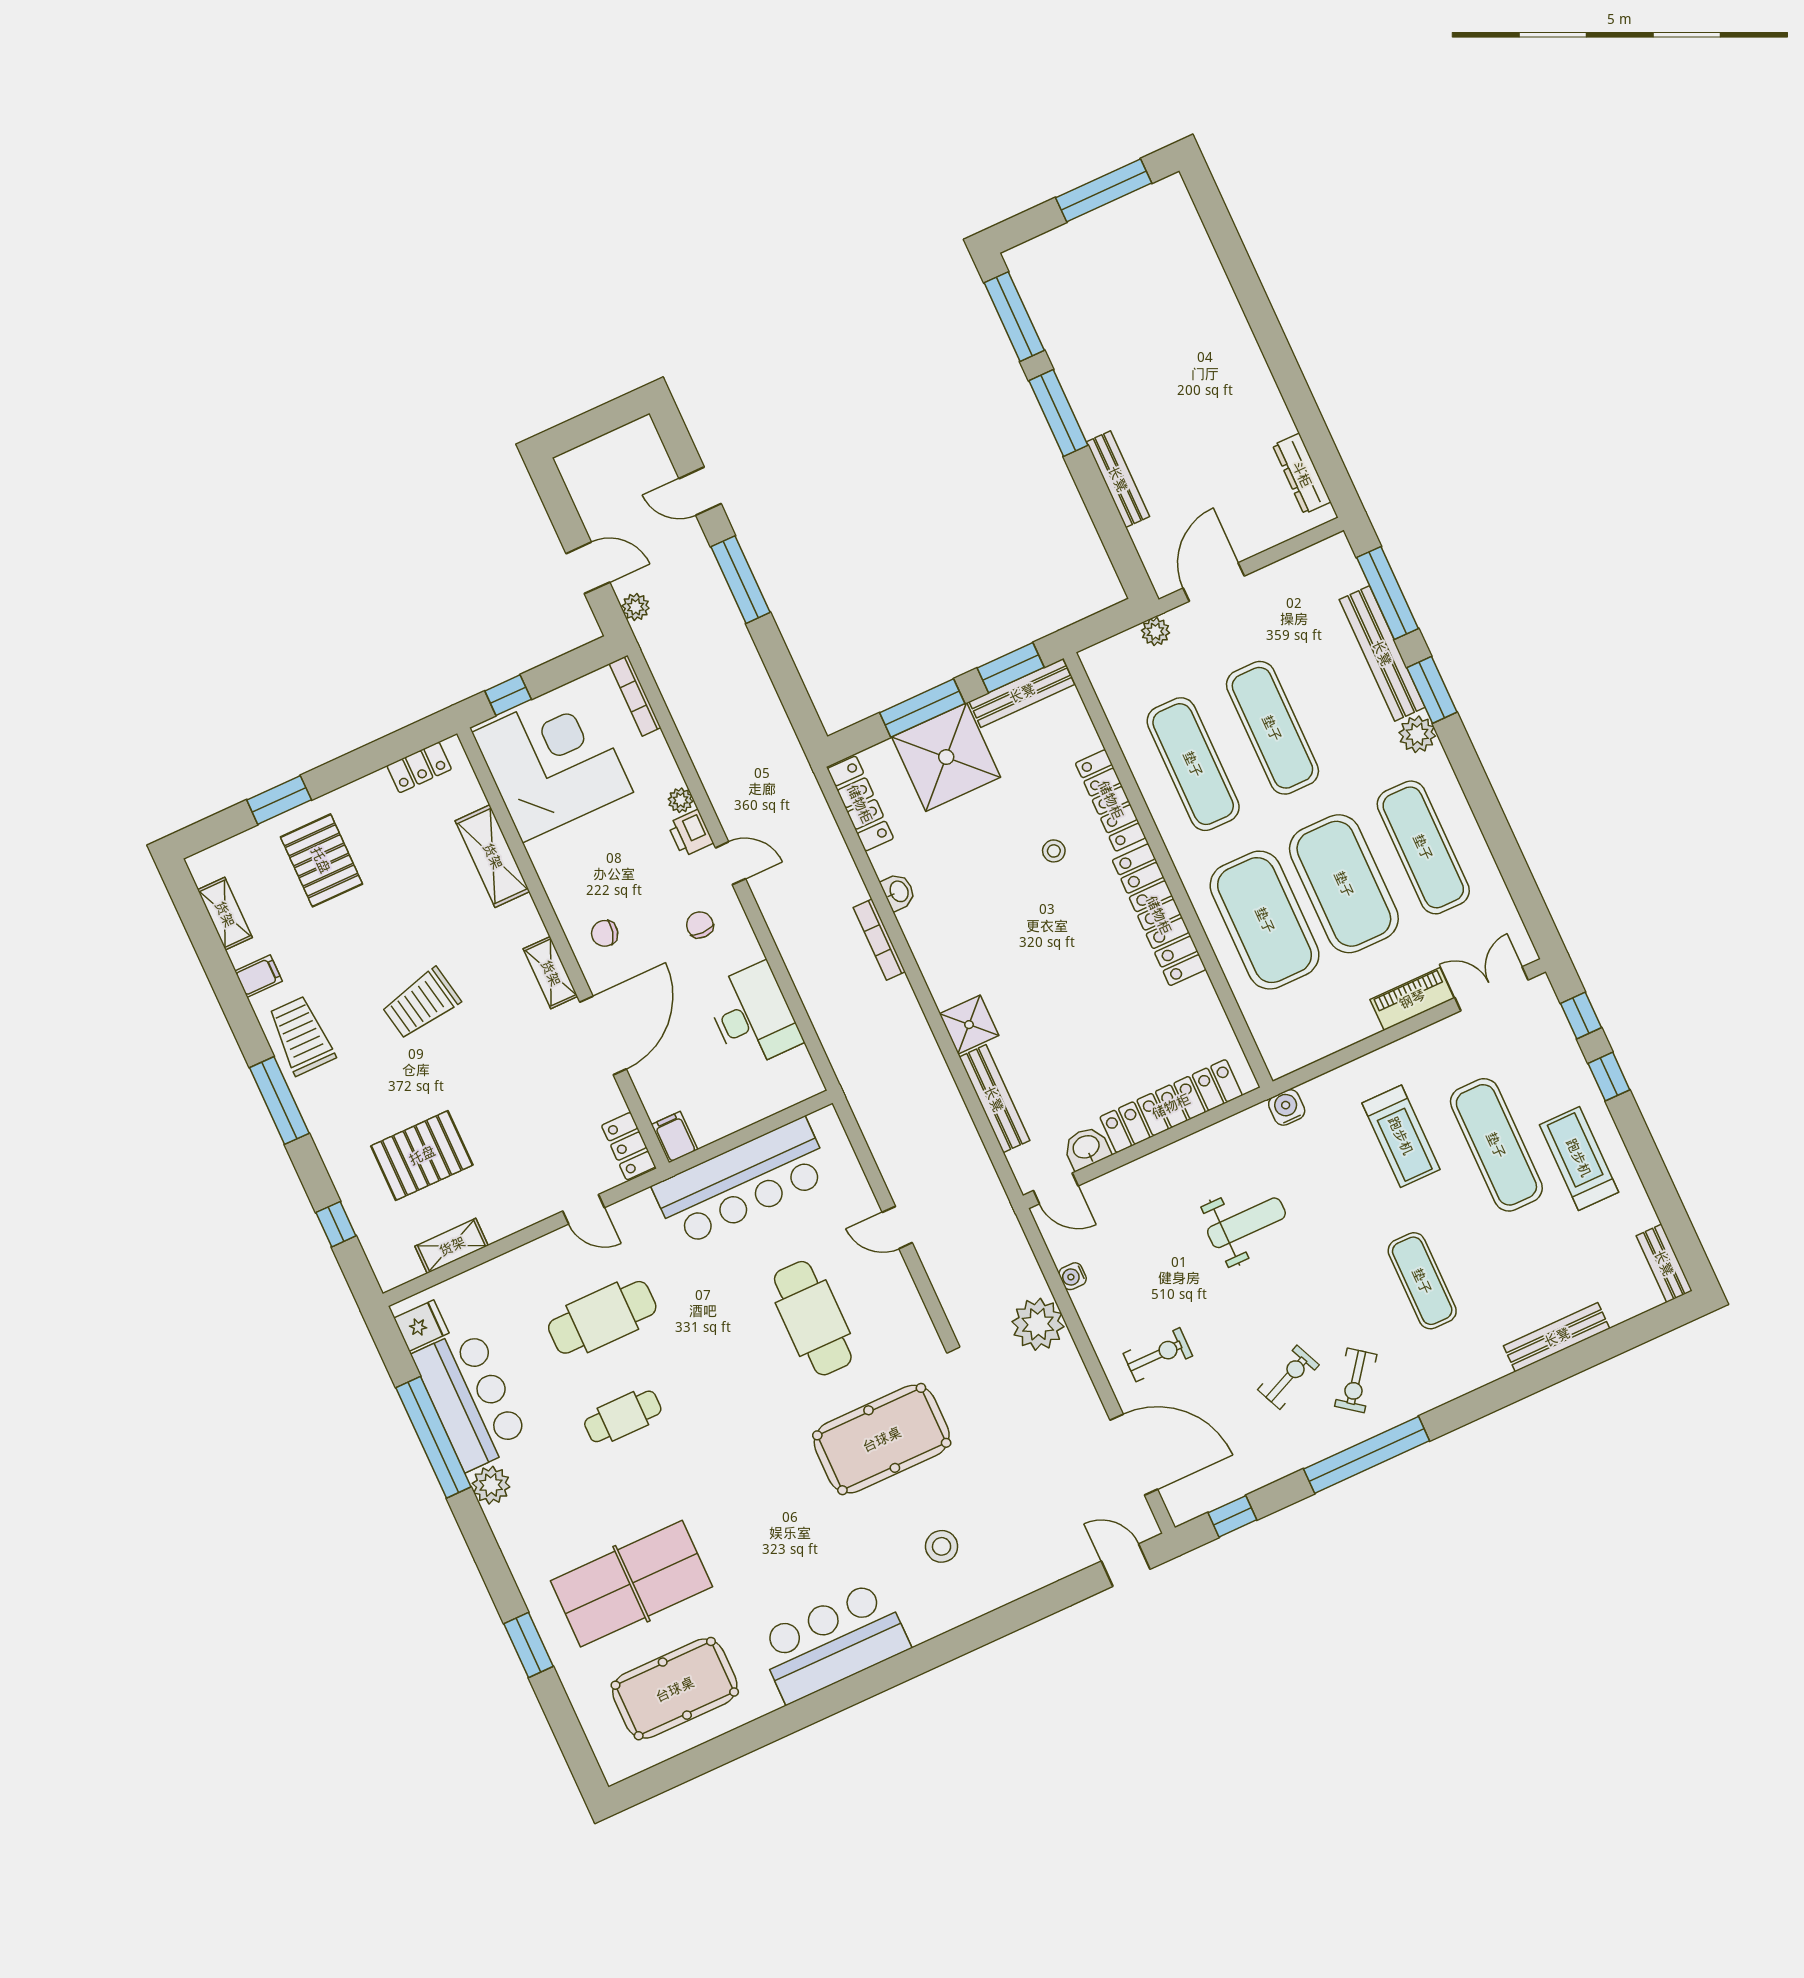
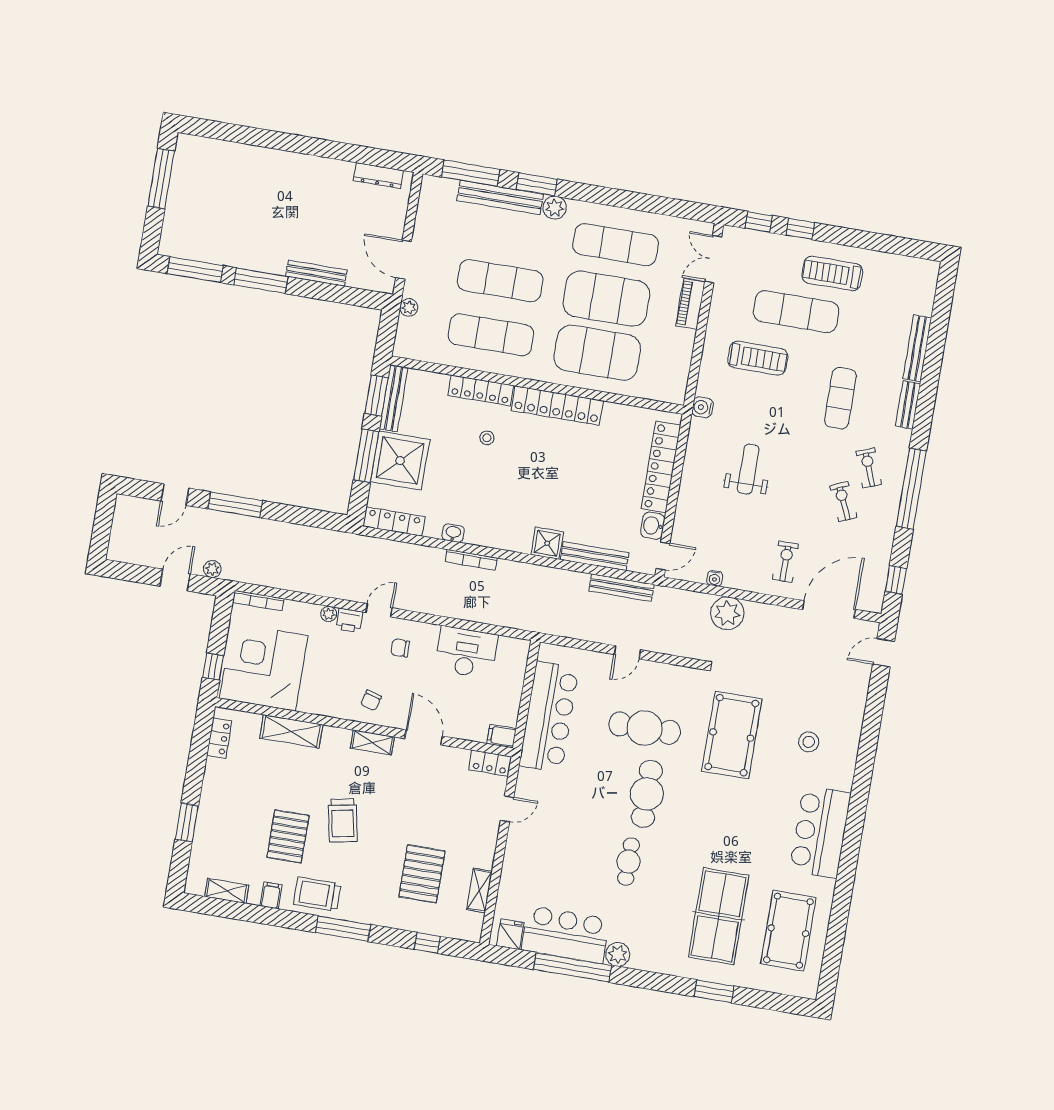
pallet: (321, 860) -> (288, 836), moved, turned 90
door: (603, 1035) -> (424, 737), width x0.73
bench: (977, 1162) -> (622, 588), added
bench: (1664, 1263) -> (908, 405), moved, turned 90
exercise mat: (1422, 1281) -> (840, 398), turned 90
cafe table: (602, 1317) -> (647, 794), moved
exercise bike: (1356, 1380) -> (869, 468), turned -148

